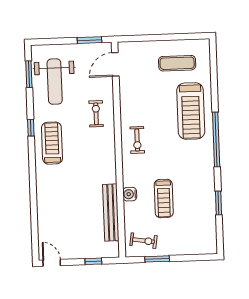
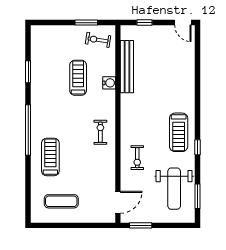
weight bench: (55, 82) -> (174, 189), turned 180
treadmill: (191, 111) -> (50, 157), width x0.73, depth x0.73

